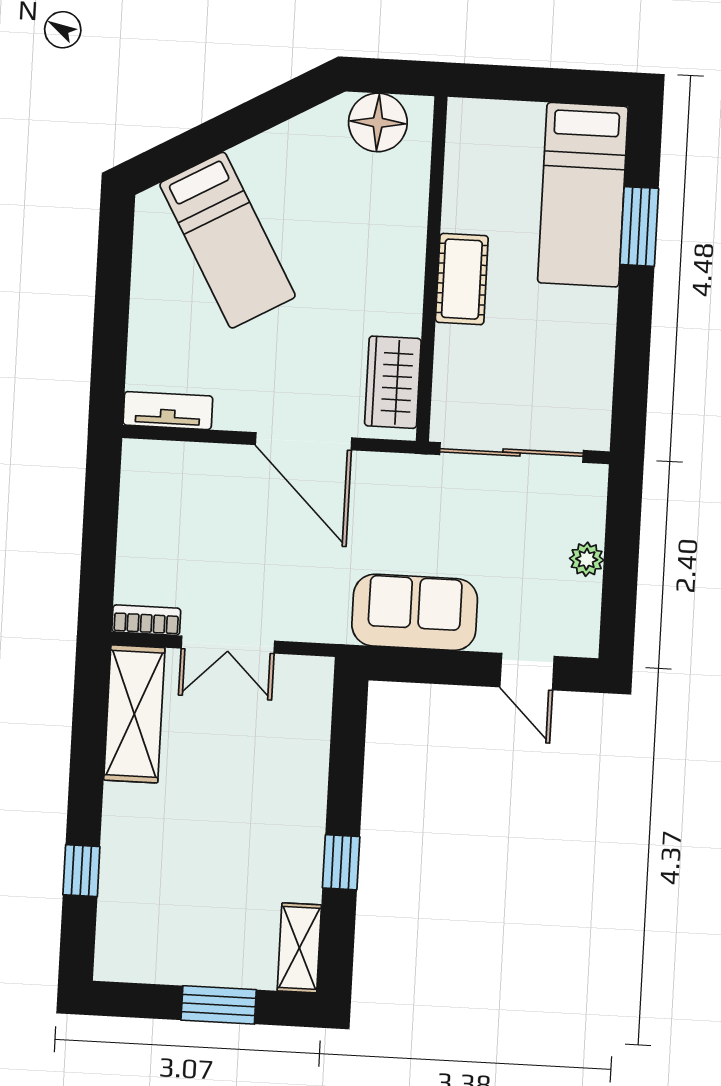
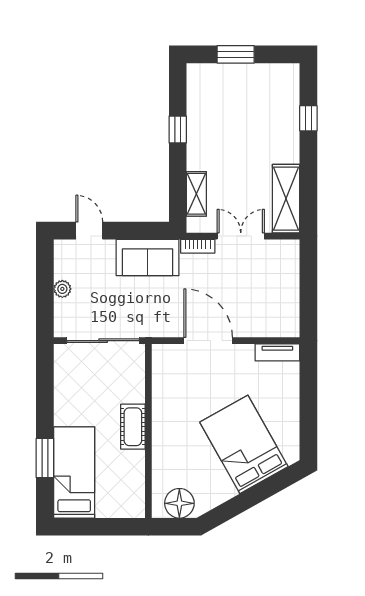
bed: (228, 240) -> (244, 444), width x1.50
wardrobe: (393, 382) -> (165, 373), removed
bookcase: (146, 620) -> (198, 246), moved
shelving: (299, 948) -> (196, 194), moved

